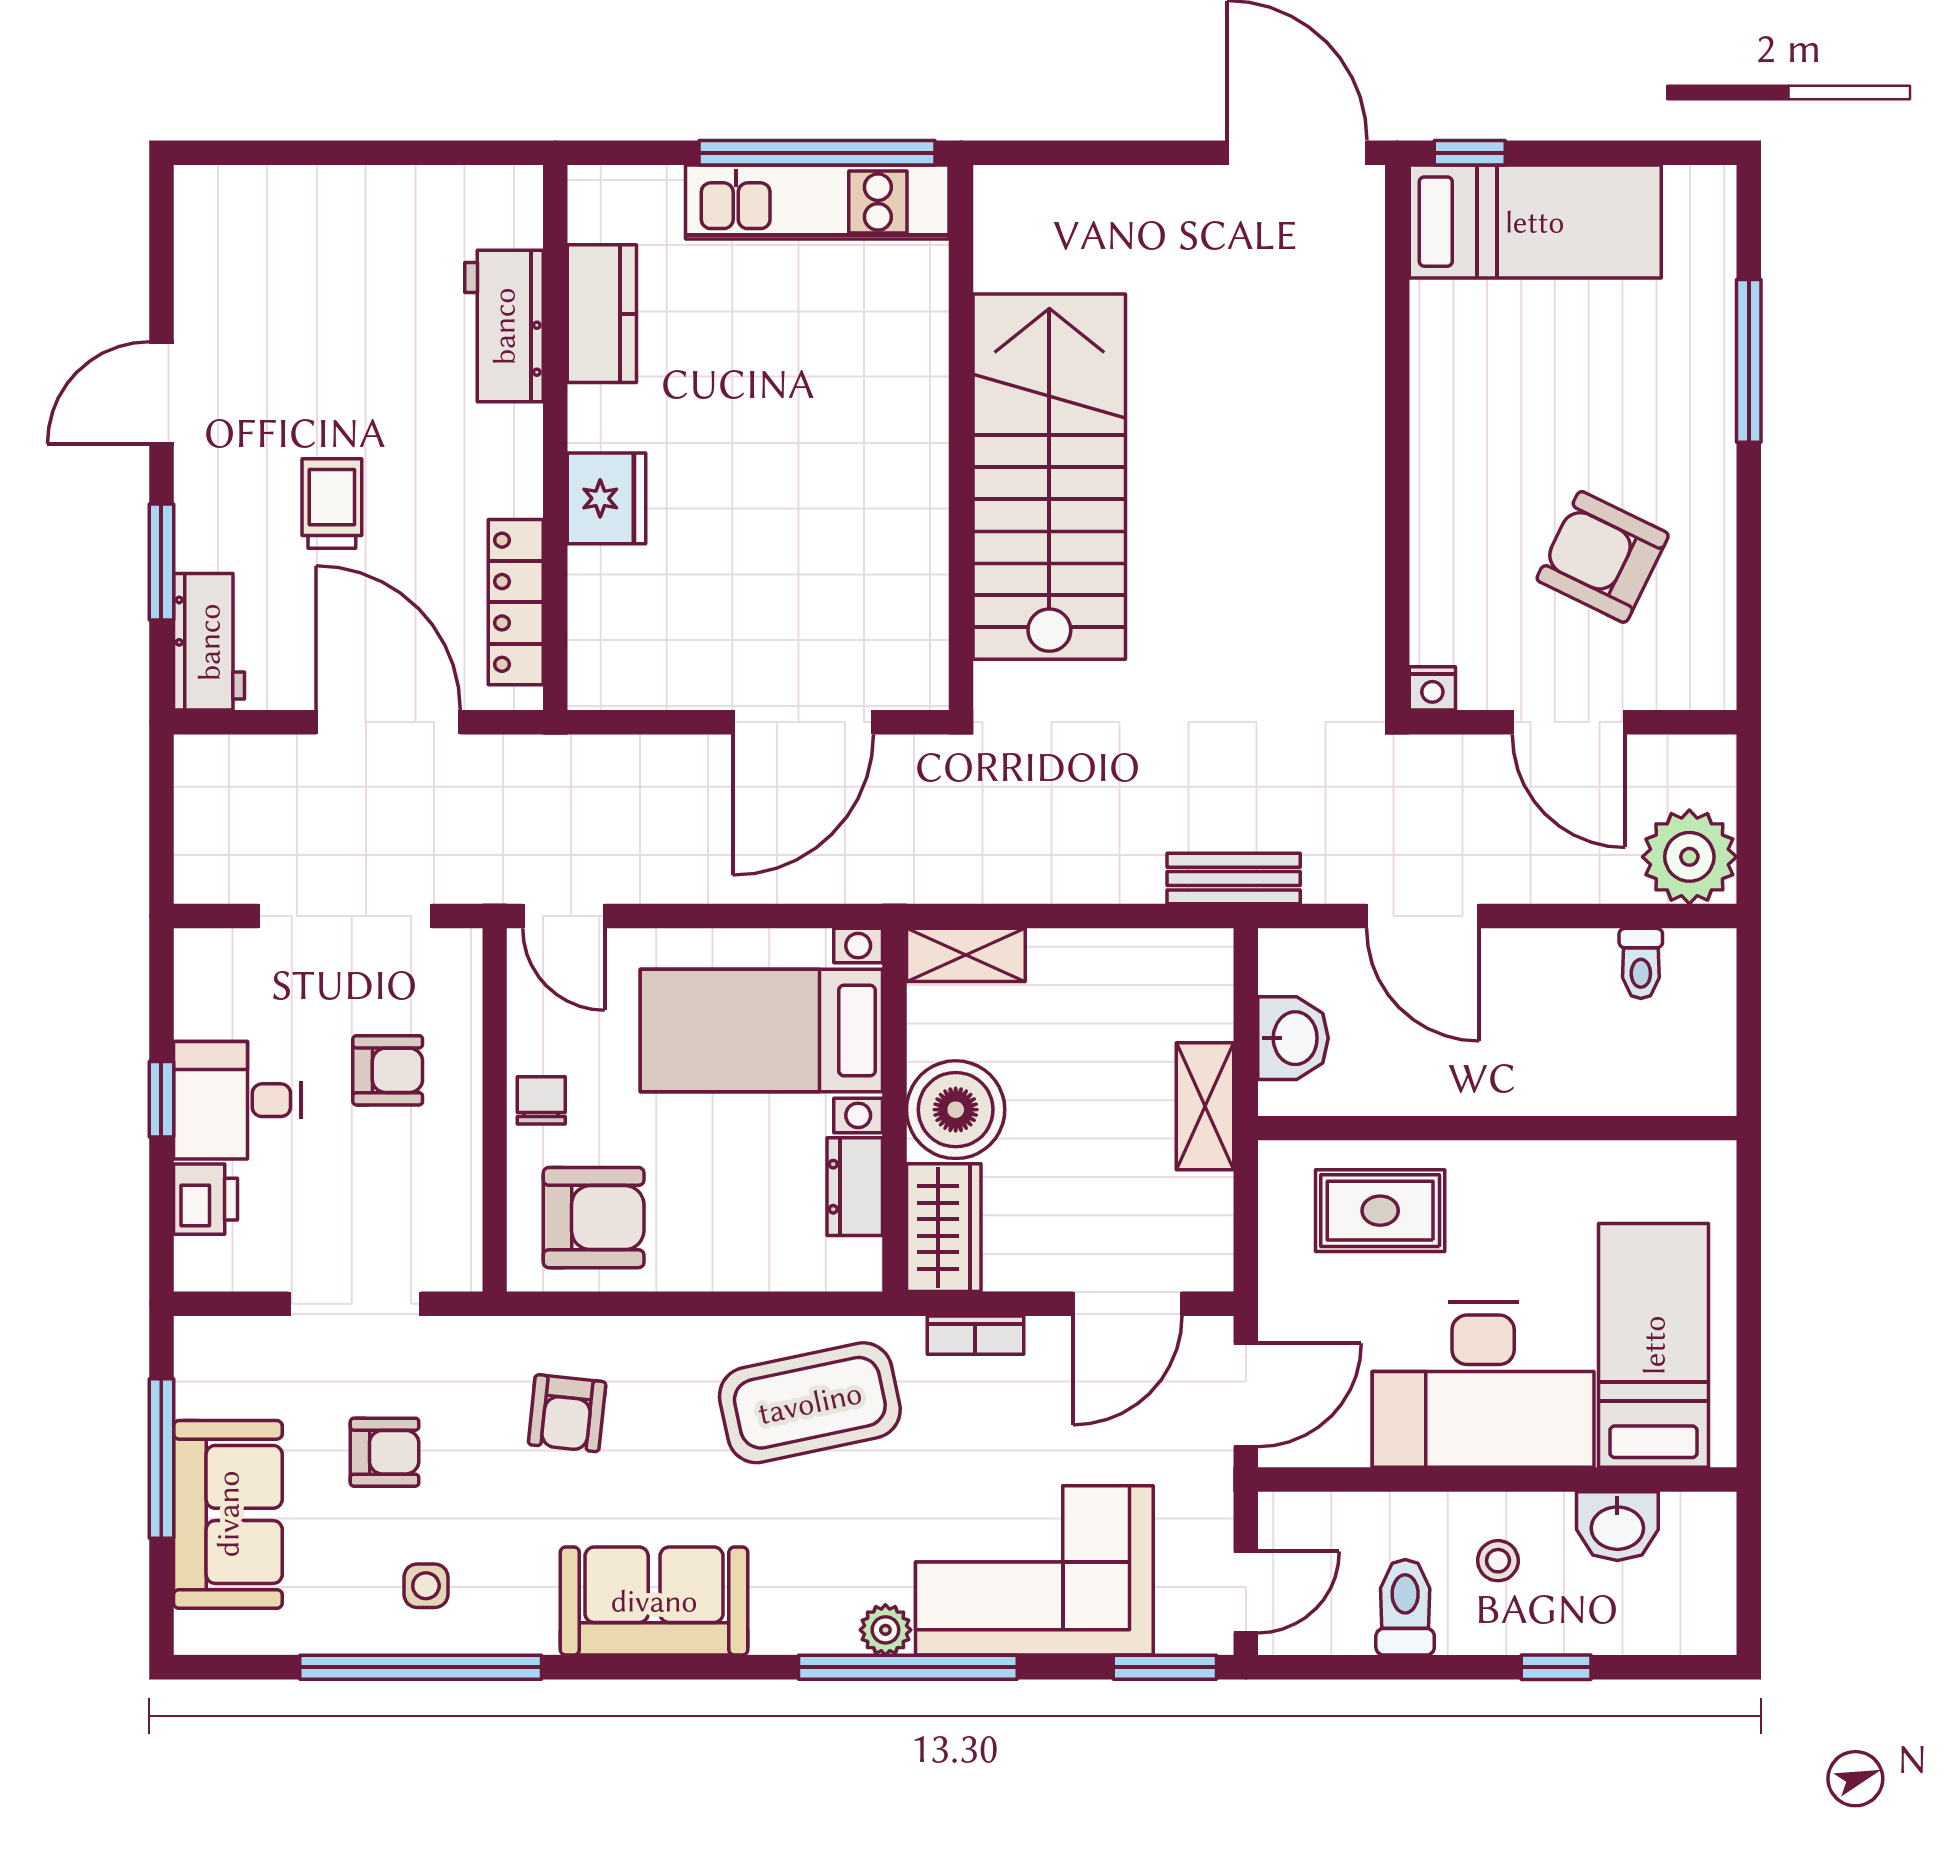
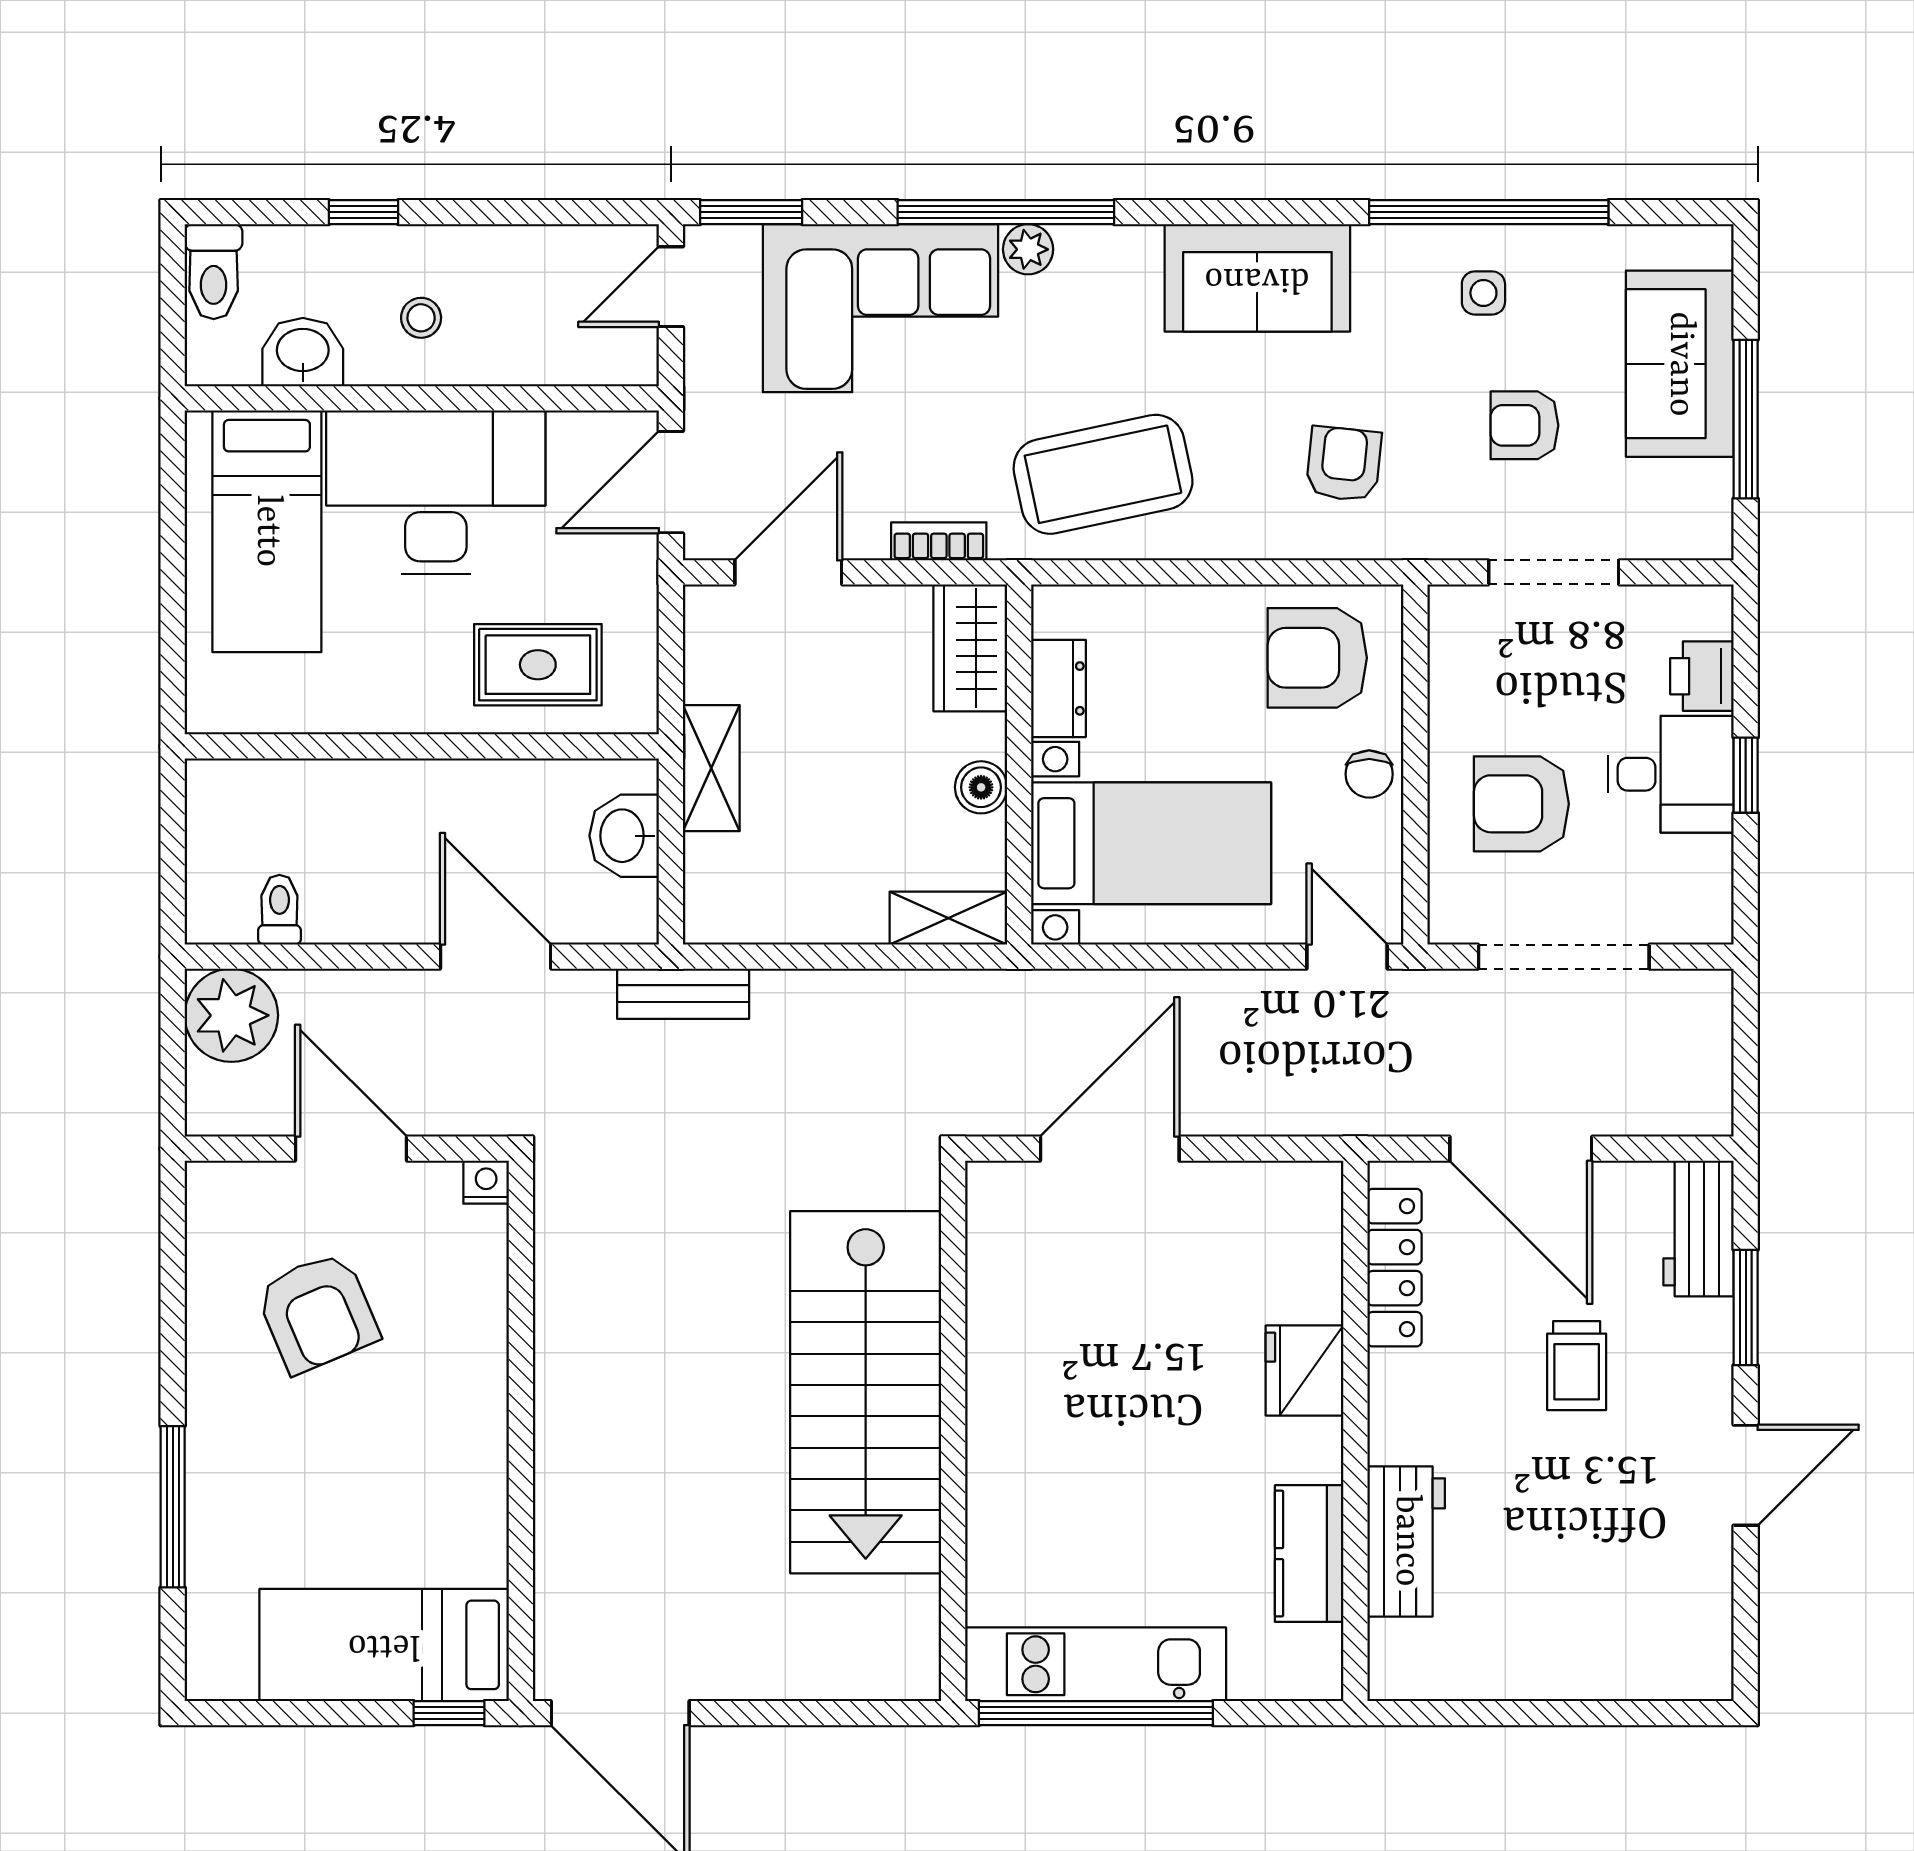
armchair: (1603, 557) -> (317, 1312), turned 41
armchair: (388, 1070) -> (1521, 804), width x1.38, depth x1.38
boiler: (956, 1110) -> (981, 787), width x0.54, depth x0.54
toilet: (1405, 1607) -> (214, 272), moved

